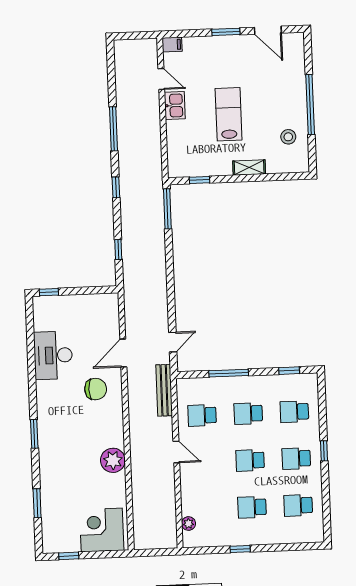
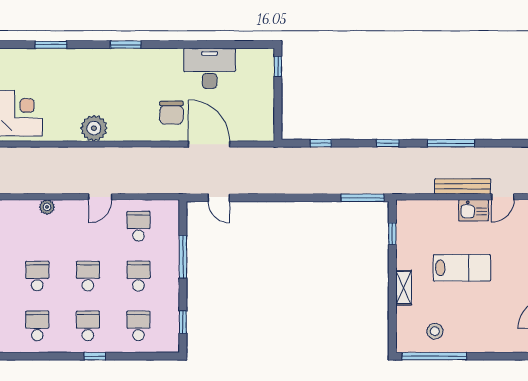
window: (310, 105) -> (434, 356), moved
door: (123, 353) -> (209, 144), width x1.36
bench: (164, 390) -> (463, 186), moved
plant: (189, 524) -> (47, 207), moved

